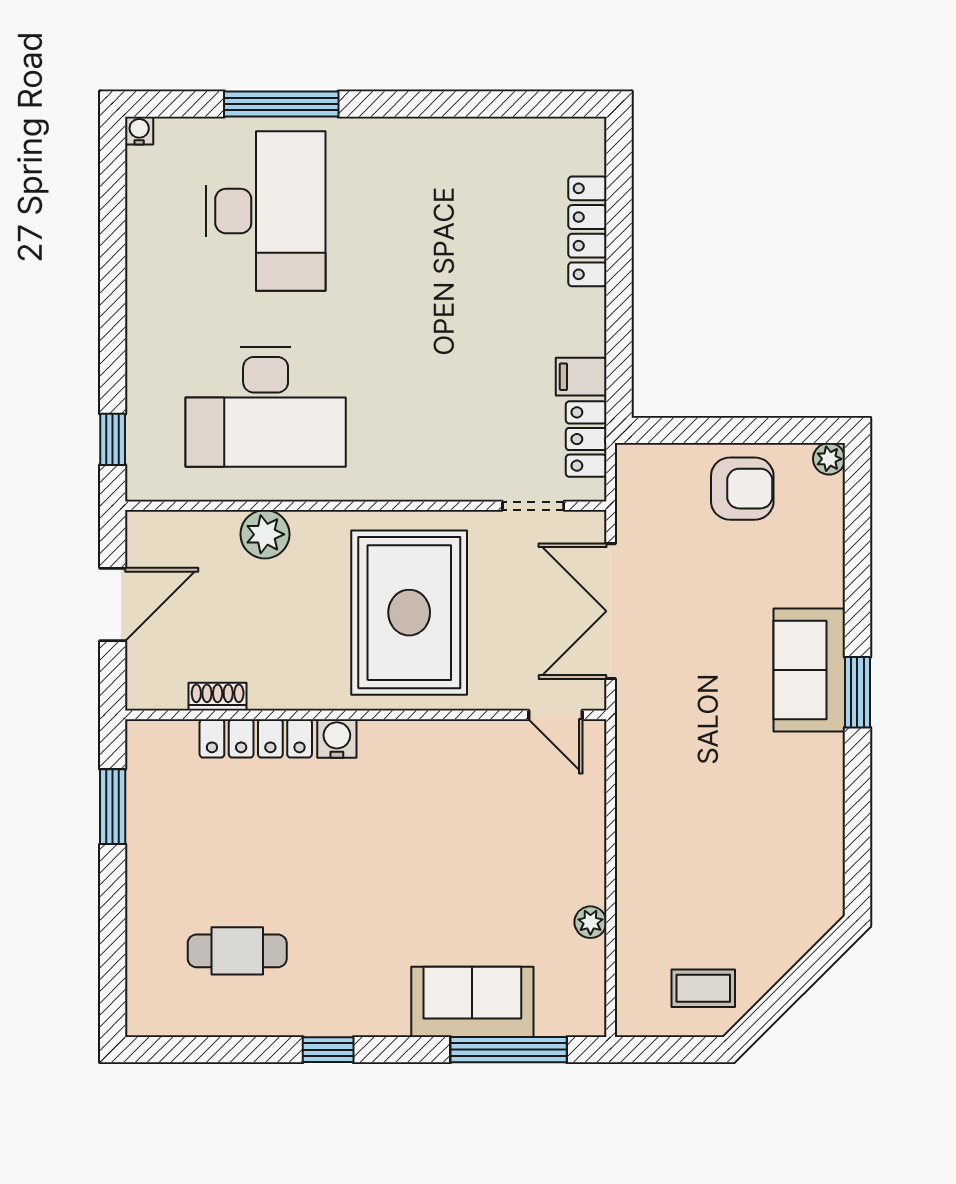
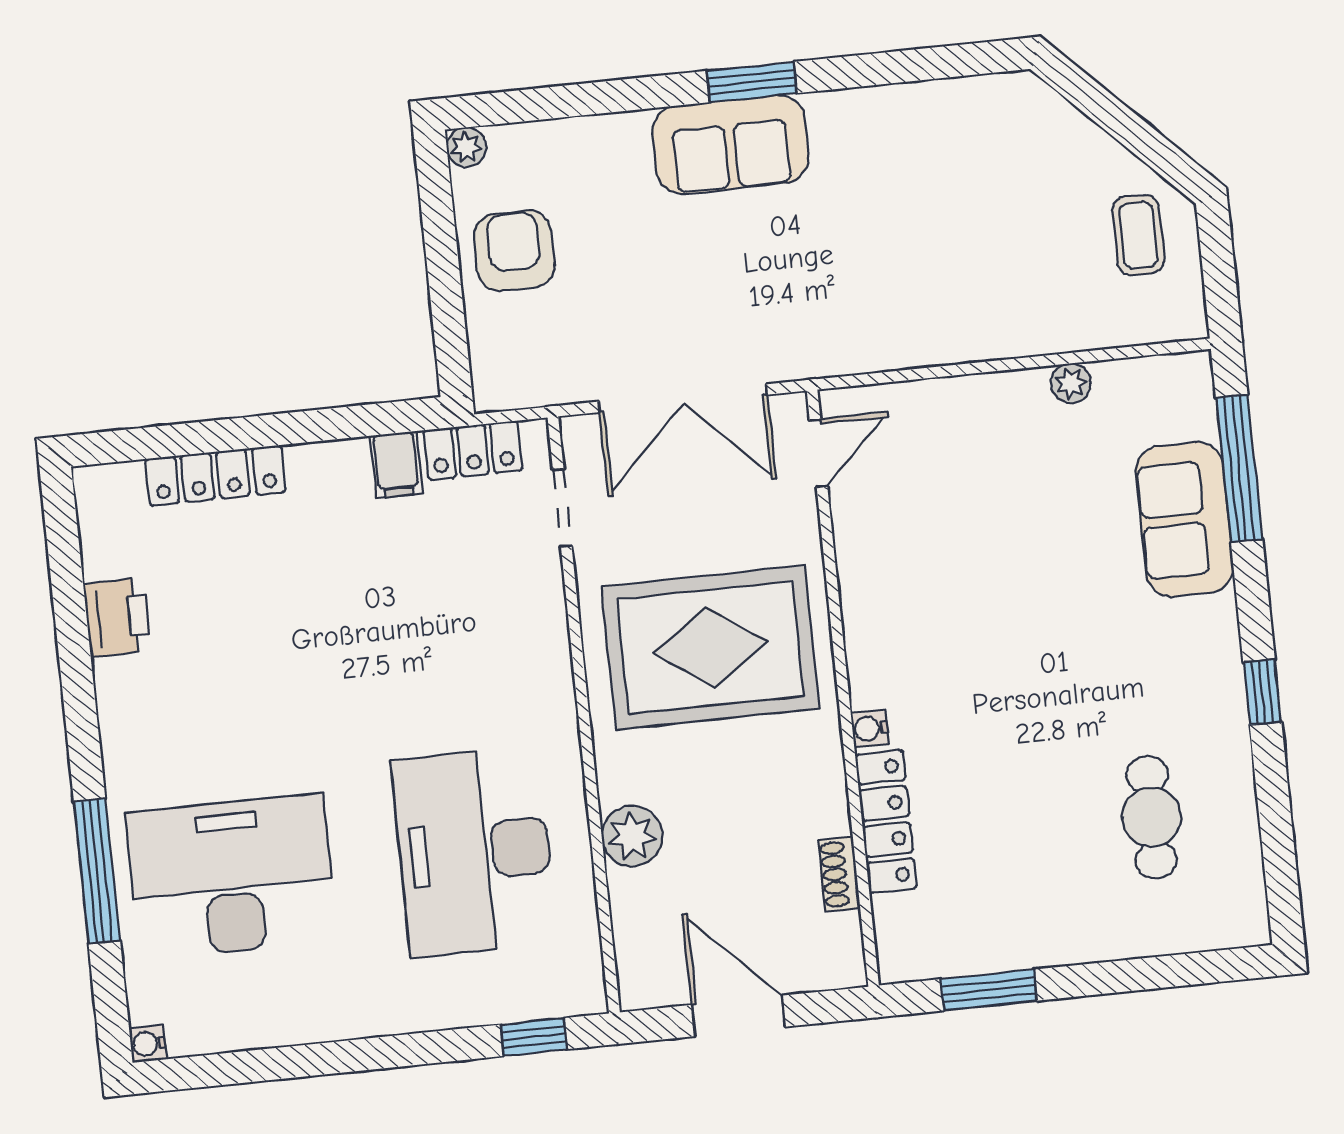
printer: (482, 141) -> (117, 617), added
desk: (266, 407) -> (474, 852), turned 180
water cooler: (337, 739) -> (870, 728), width x0.72, depth x0.72

